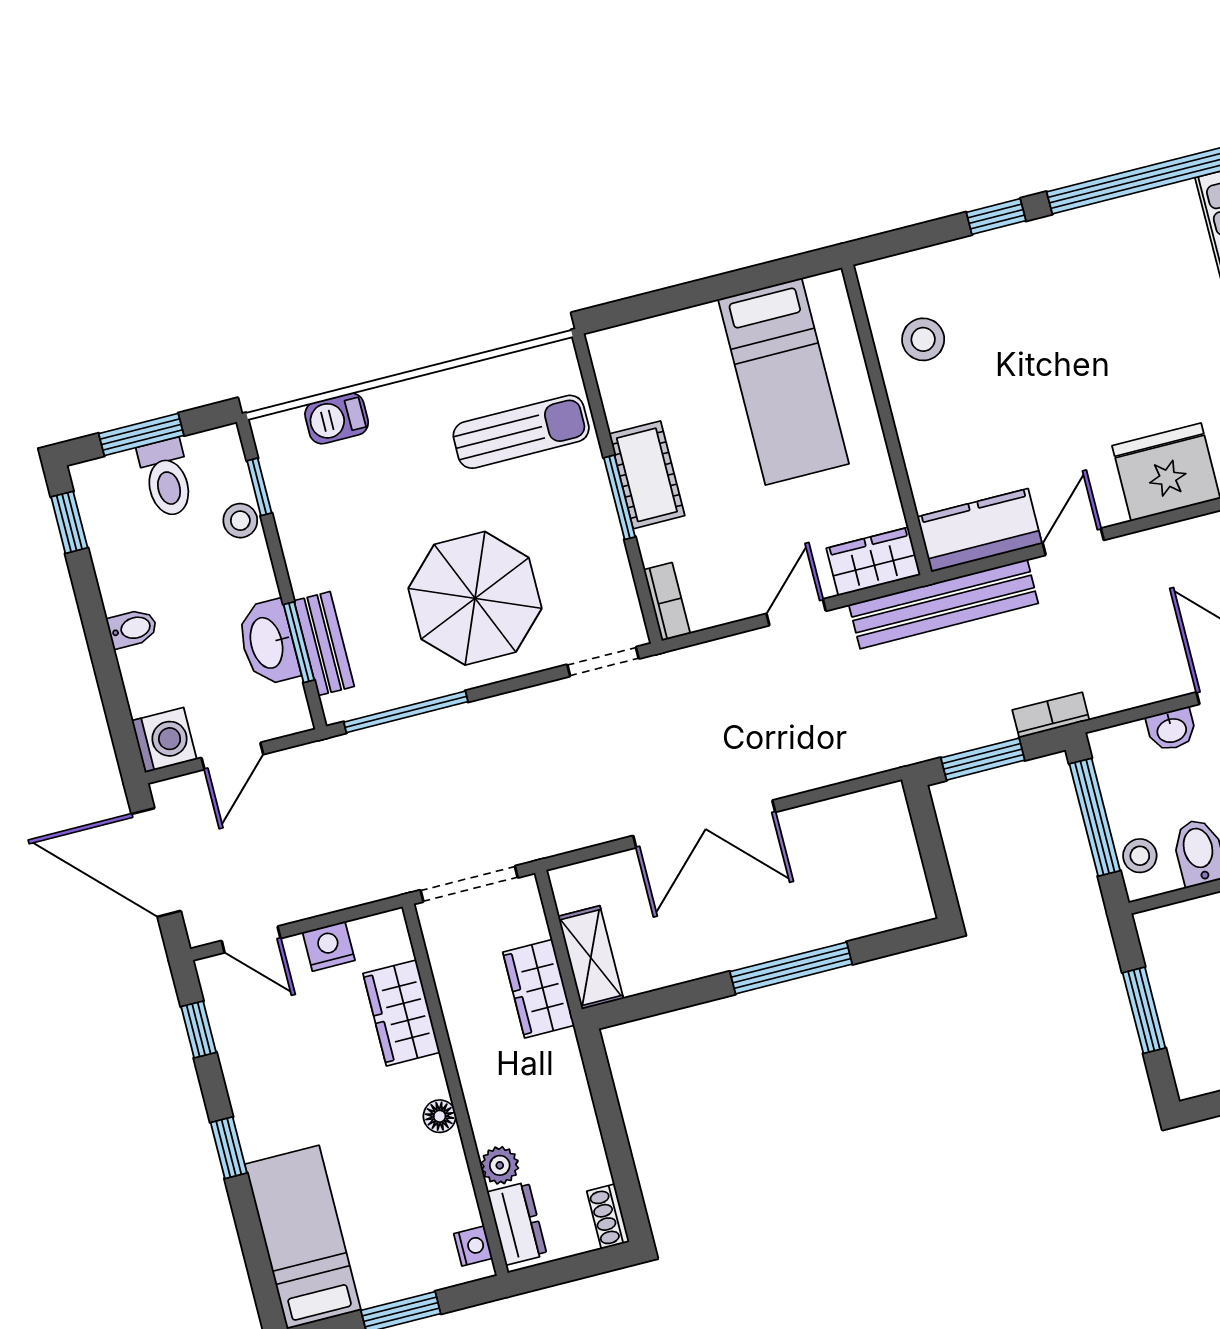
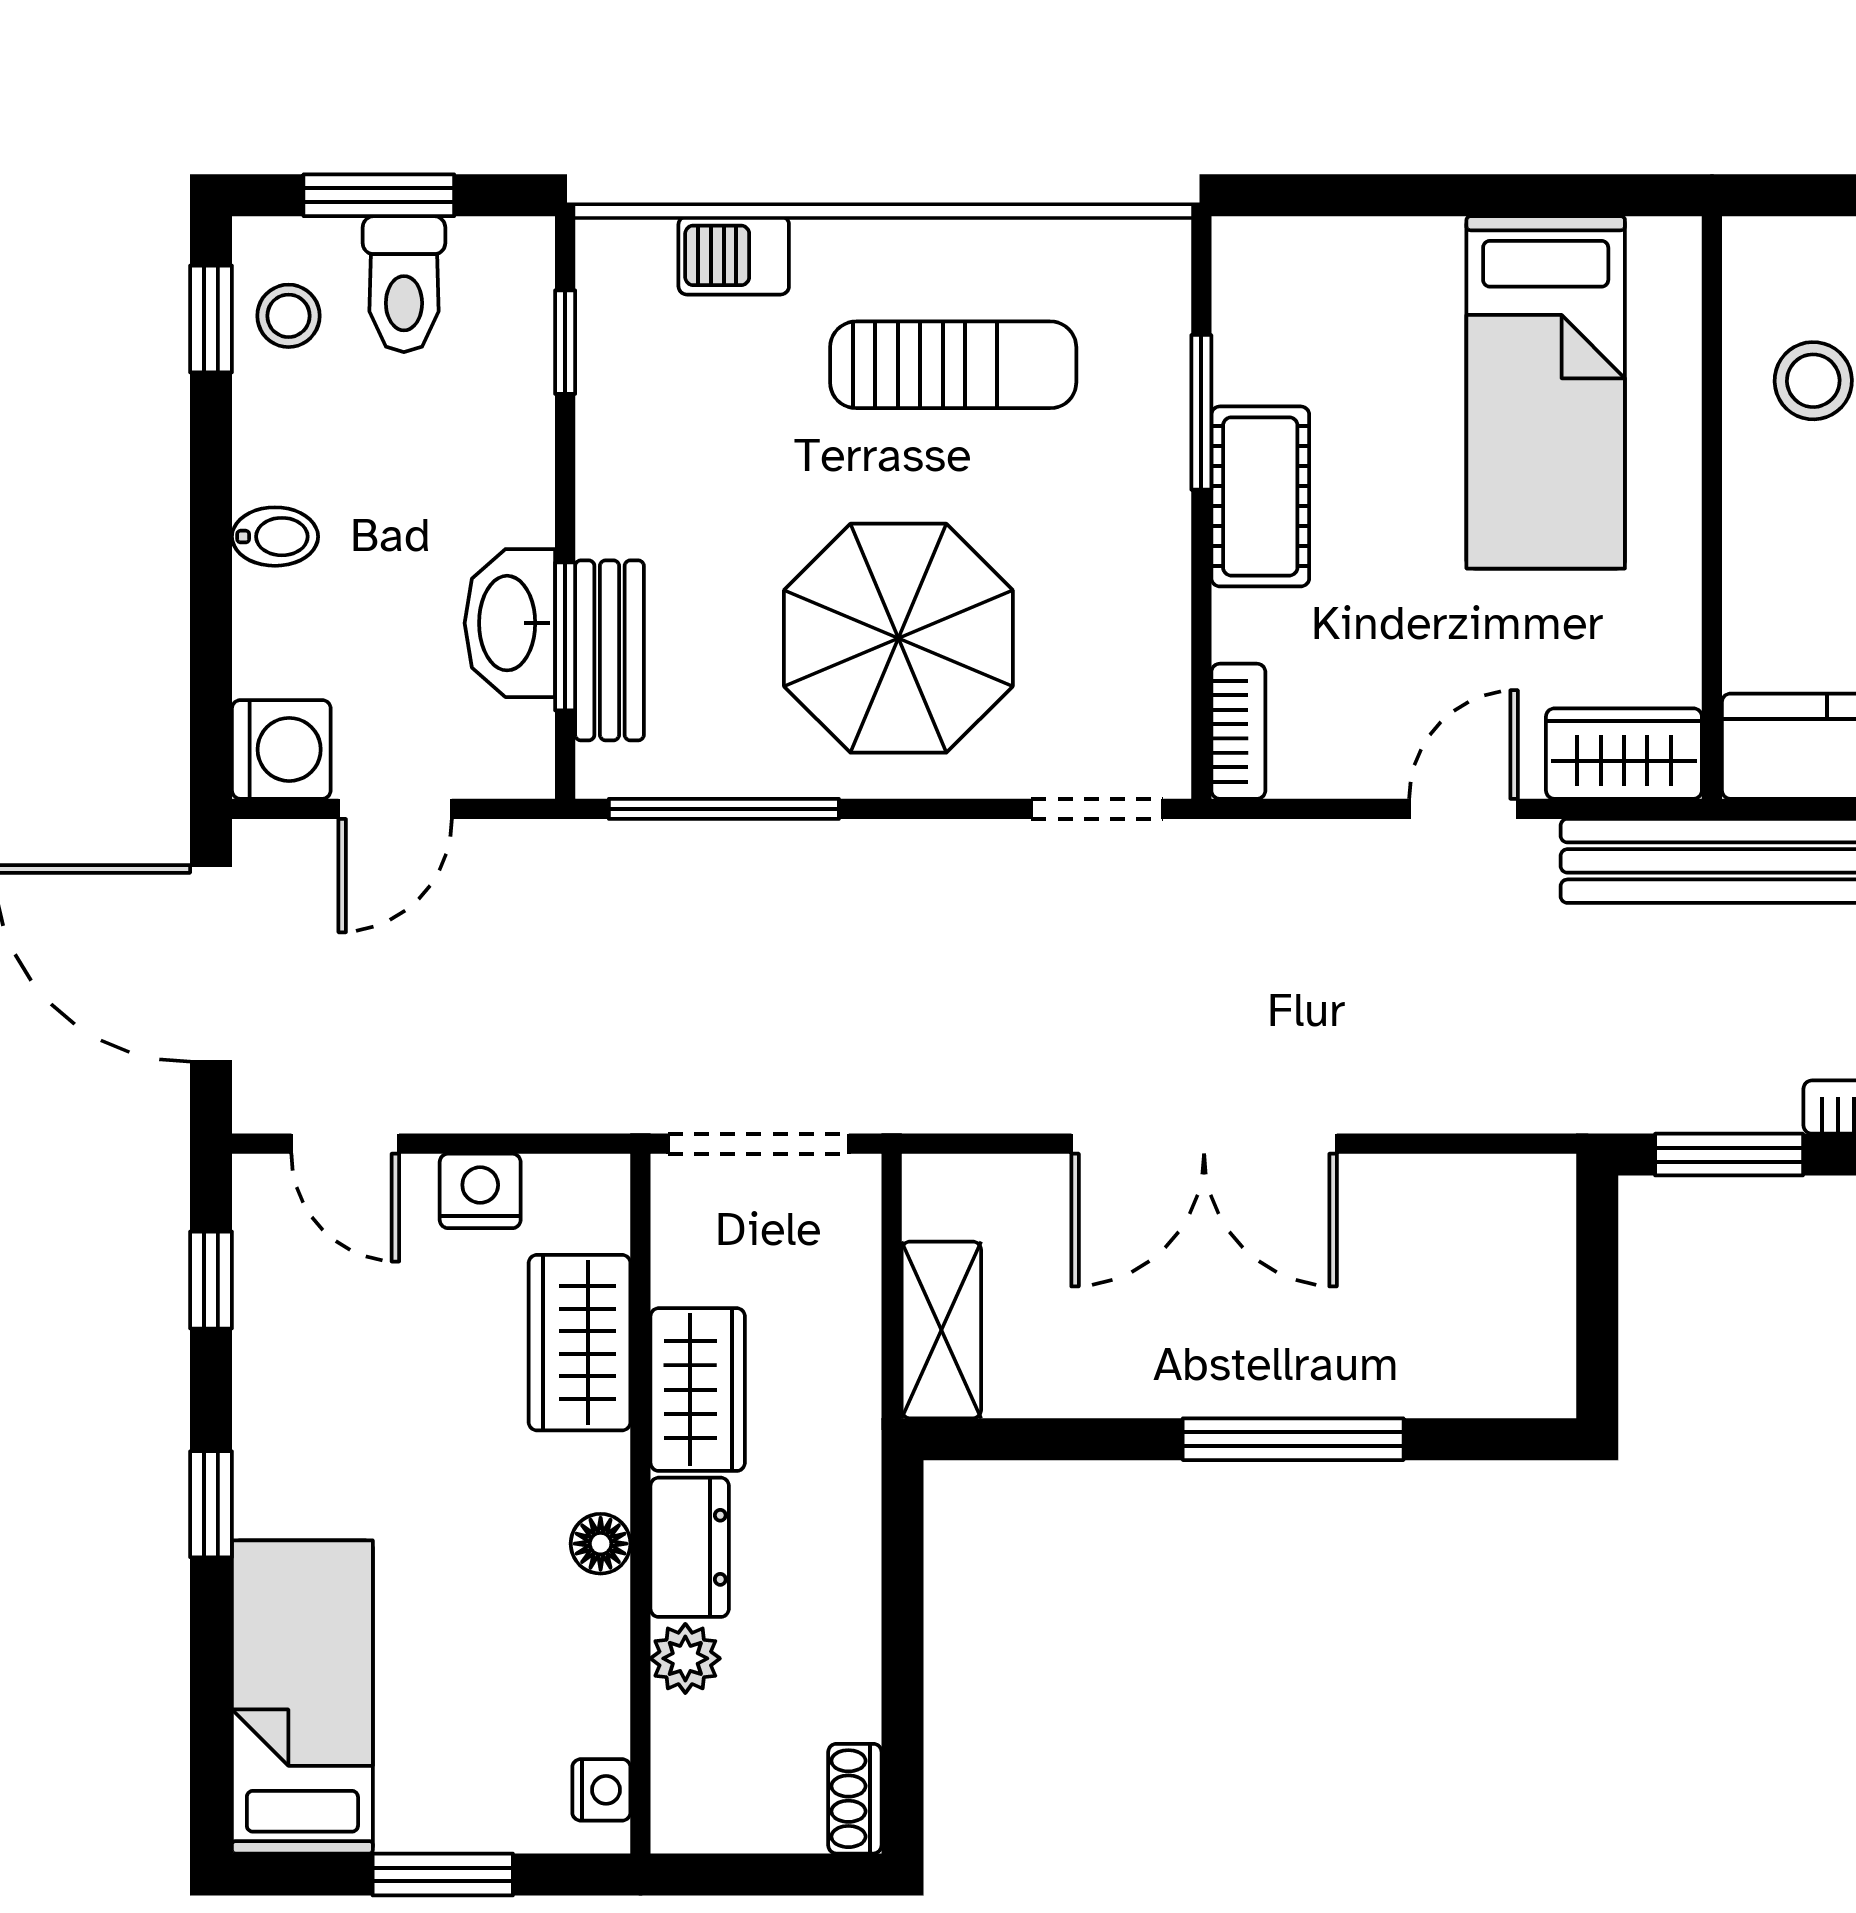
sun lounger: (521, 432) -> (953, 365), moved
window: (619, 497) -> (1201, 412), moved
stool: (240, 521) -> (288, 316), moved
wardrobe: (539, 989) -> (698, 1390), moved, turned 180
dresser: (517, 1223) -> (690, 1547), moved

